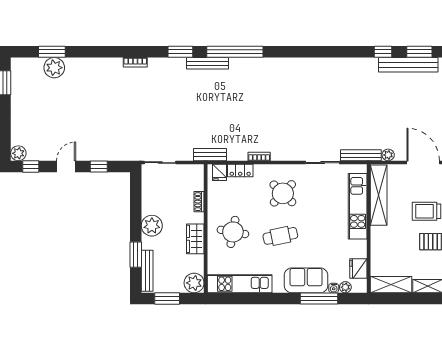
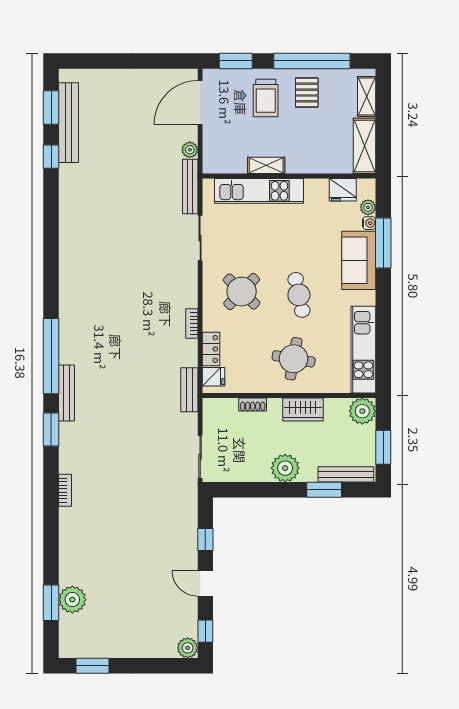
shelving: (379, 195) -> (266, 165), width x0.45, depth x0.75

